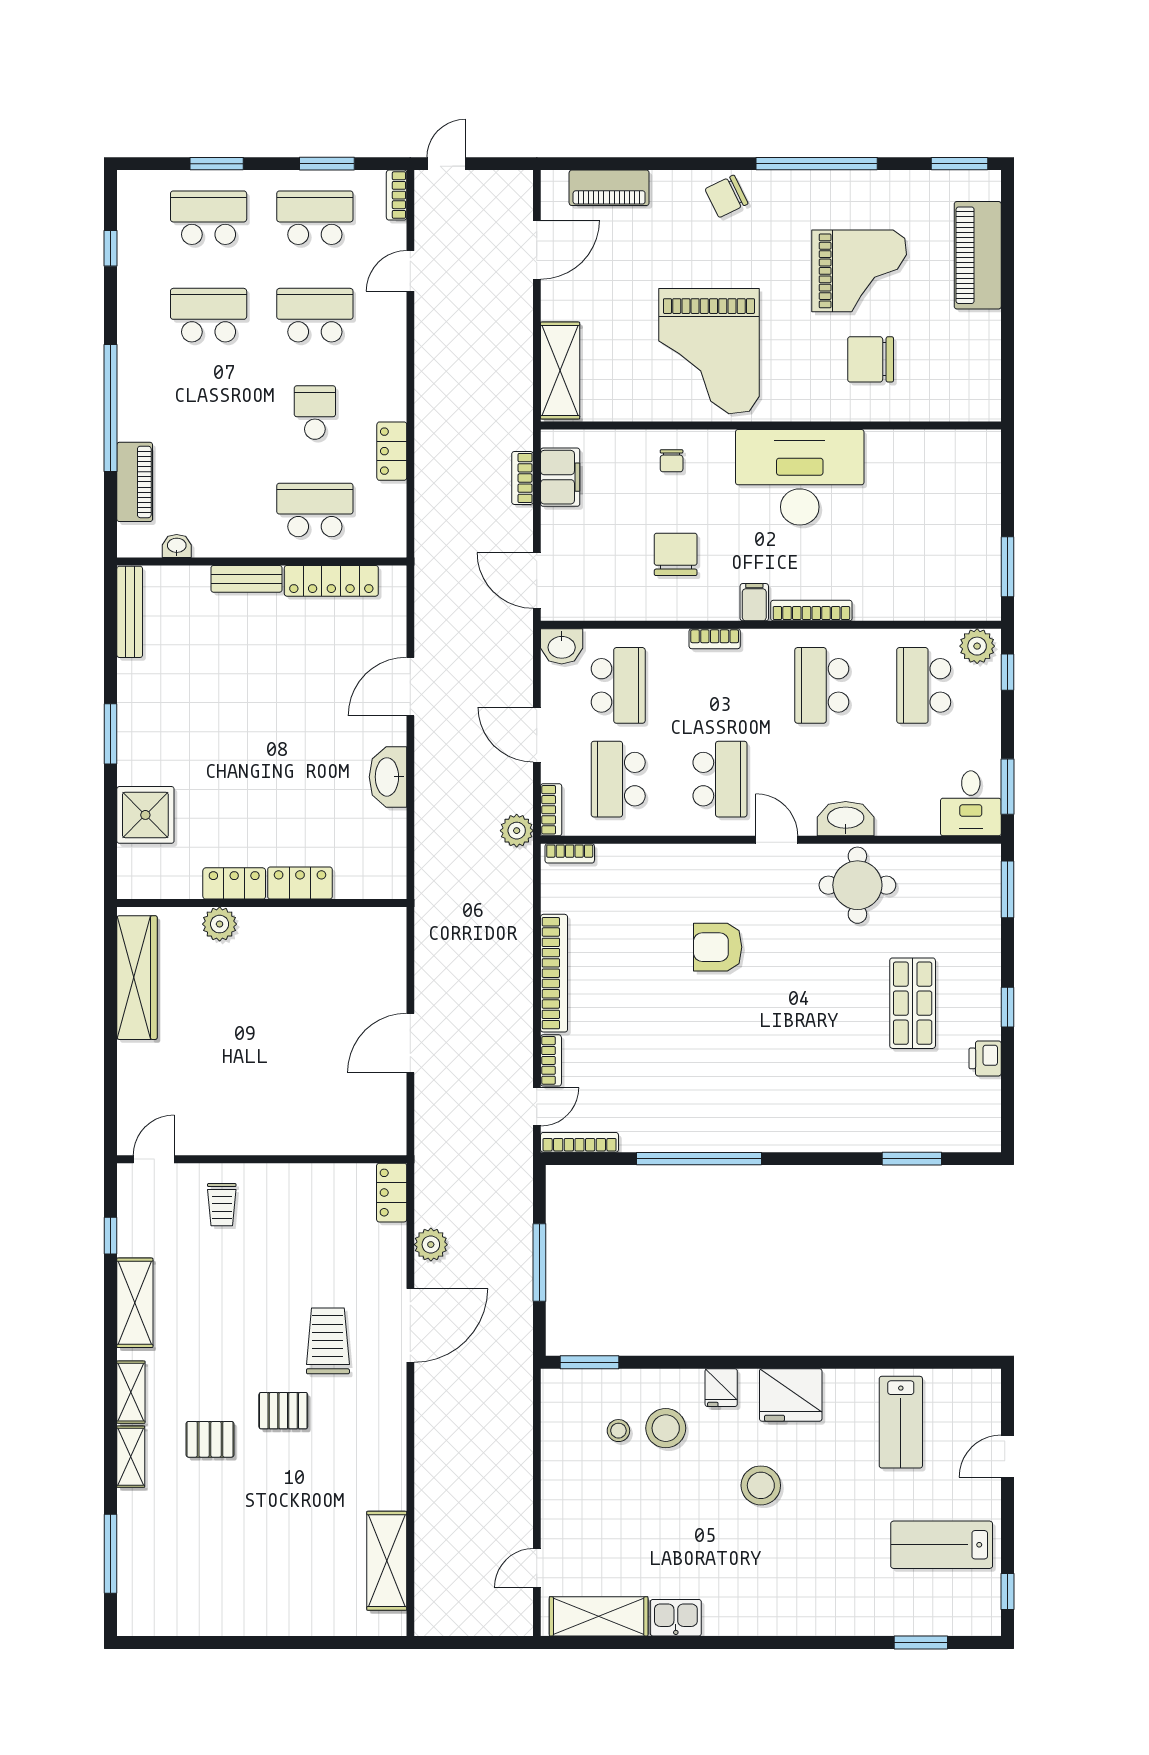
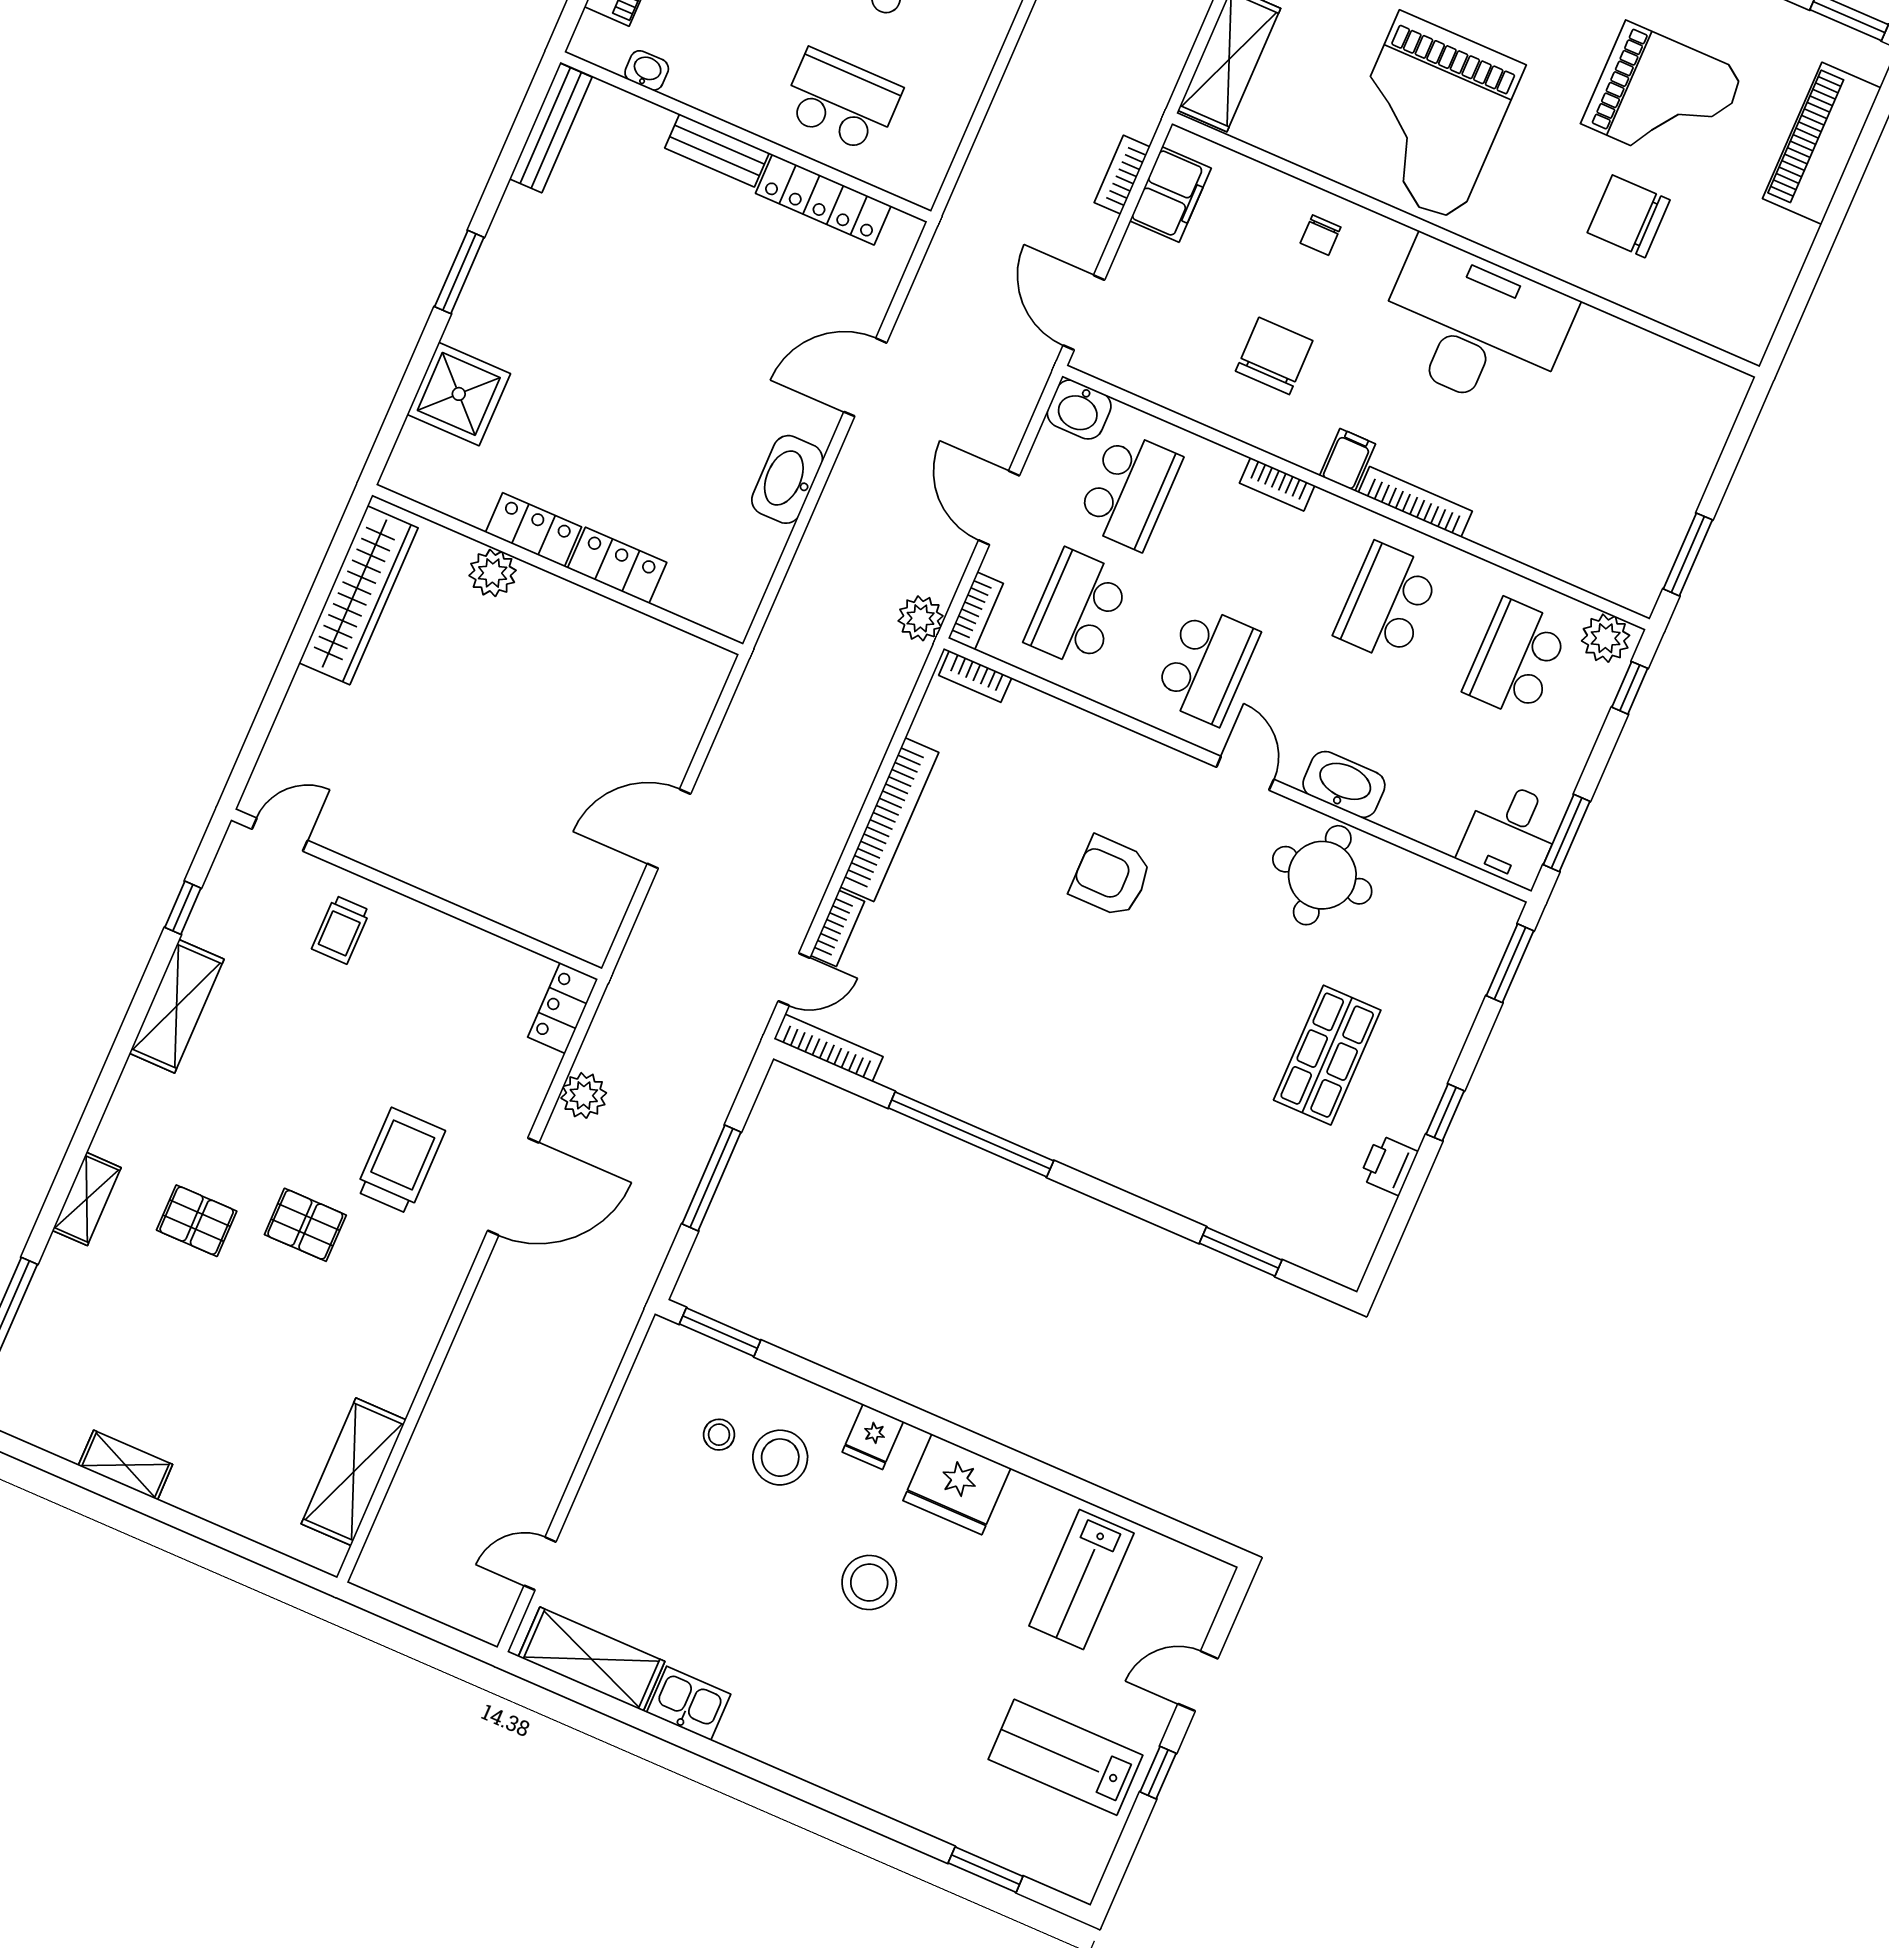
locker: (392, 451) -> (971, 69), removed
shelving: (131, 1392) -> (125, 1465), moved, turned 90
window: (1007, 1591) -> (1158, 1773), moved

